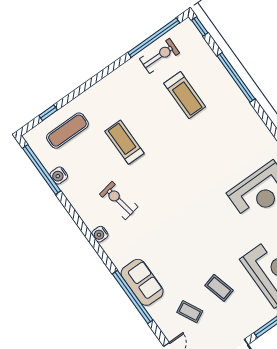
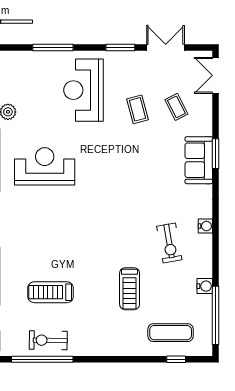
treadmill: (185, 95) -> (51, 292), turned -90
water cooler: (59, 175) -> (205, 286), moved
window: (133, 297) -> (216, 154), width x0.47

